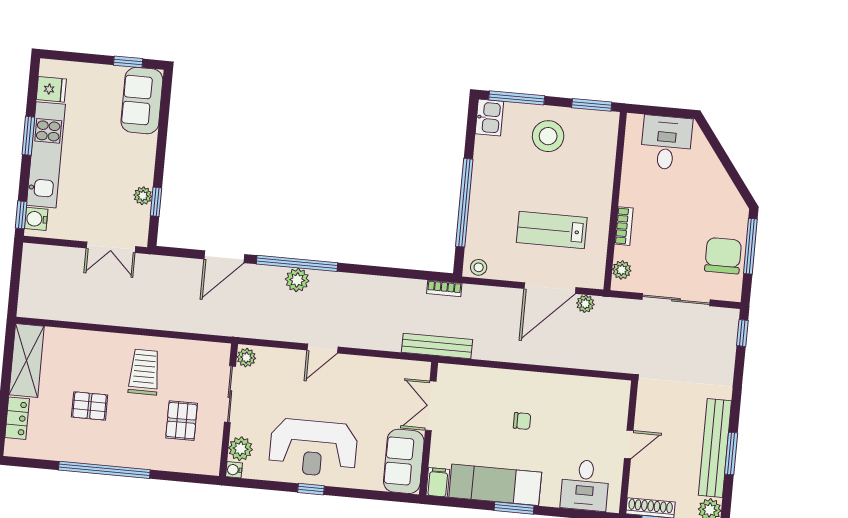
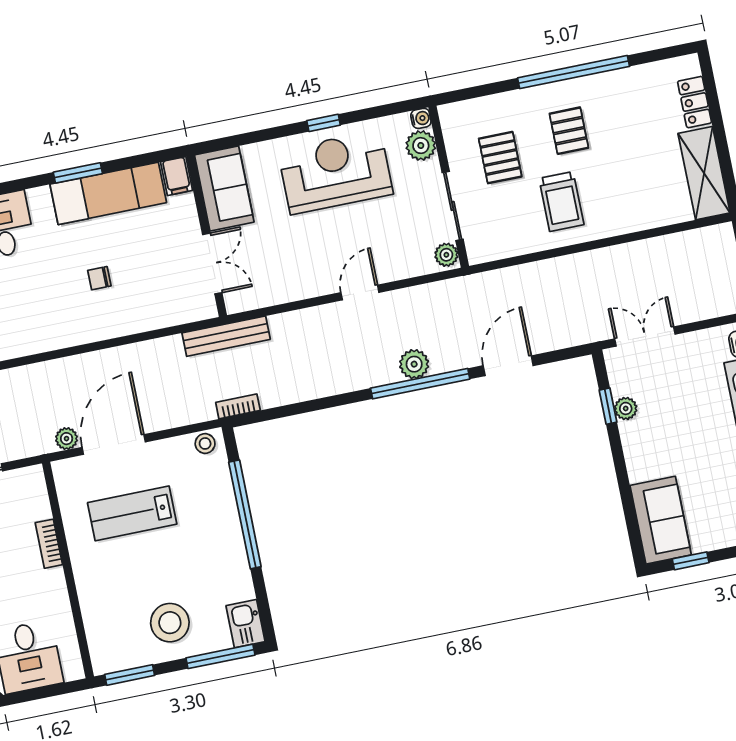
lab bench: (552, 230) -> (132, 513), turned 180
plant: (622, 270) -> (36, 491), removed
pallet: (90, 406) -> (569, 131), moved, turned 90

